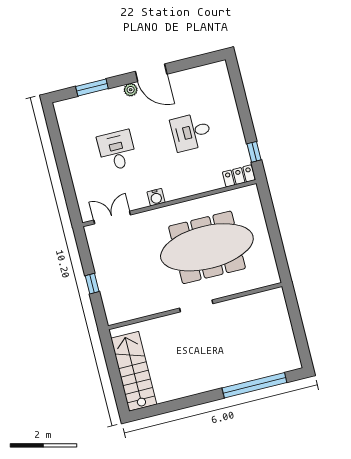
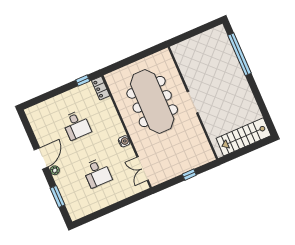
desk: (117, 150) -> (97, 173), turned -90

